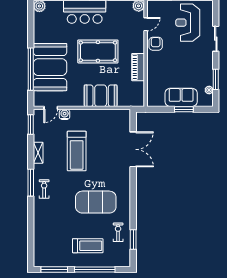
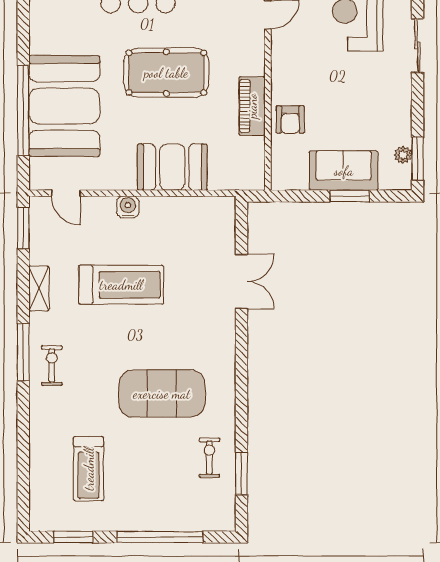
armchair: (156, 44) -> (290, 120), moved, turned 180
window: (216, 79) -> (418, 159), moved
door: (51, 108) -> (66, 193), hinge flipped
water cooler: (65, 114) -> (128, 207), moved
double door: (133, 149) -> (241, 281), width x0.73
treadmill: (77, 151) -> (121, 285), turned -90
treadmill: (88, 246) -> (89, 469), moved, turned 90
window: (54, 269) -> (73, 537), width x0.69

